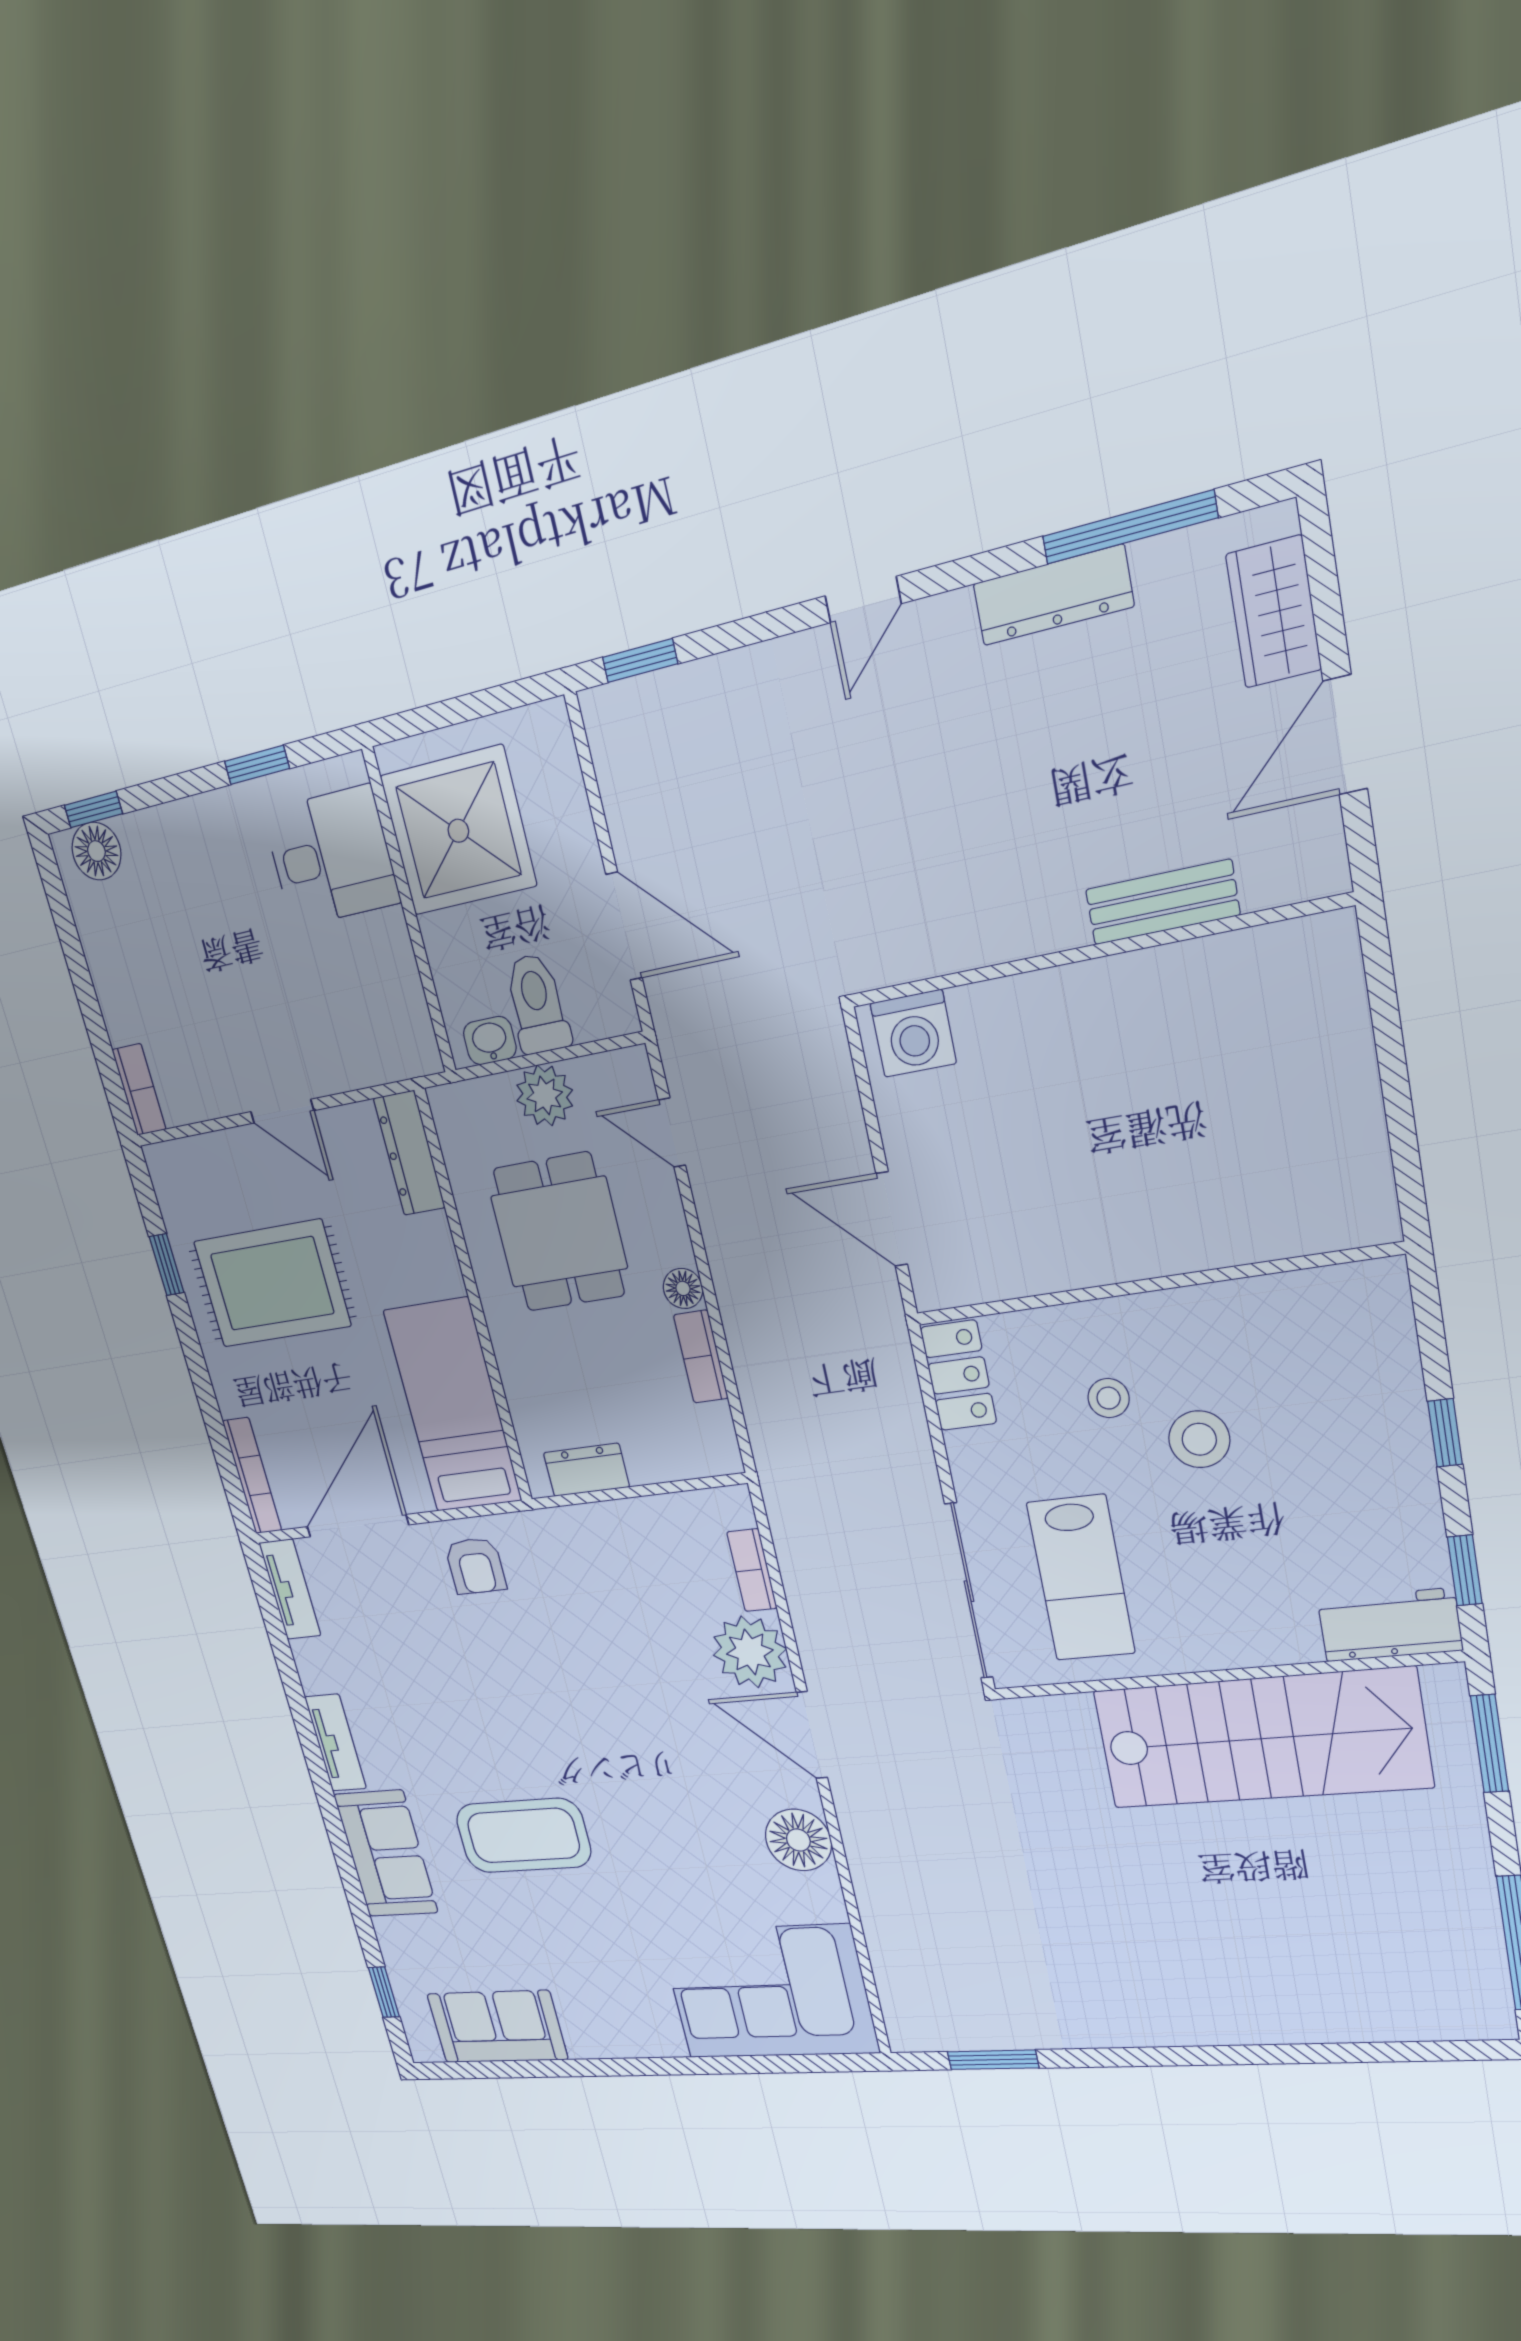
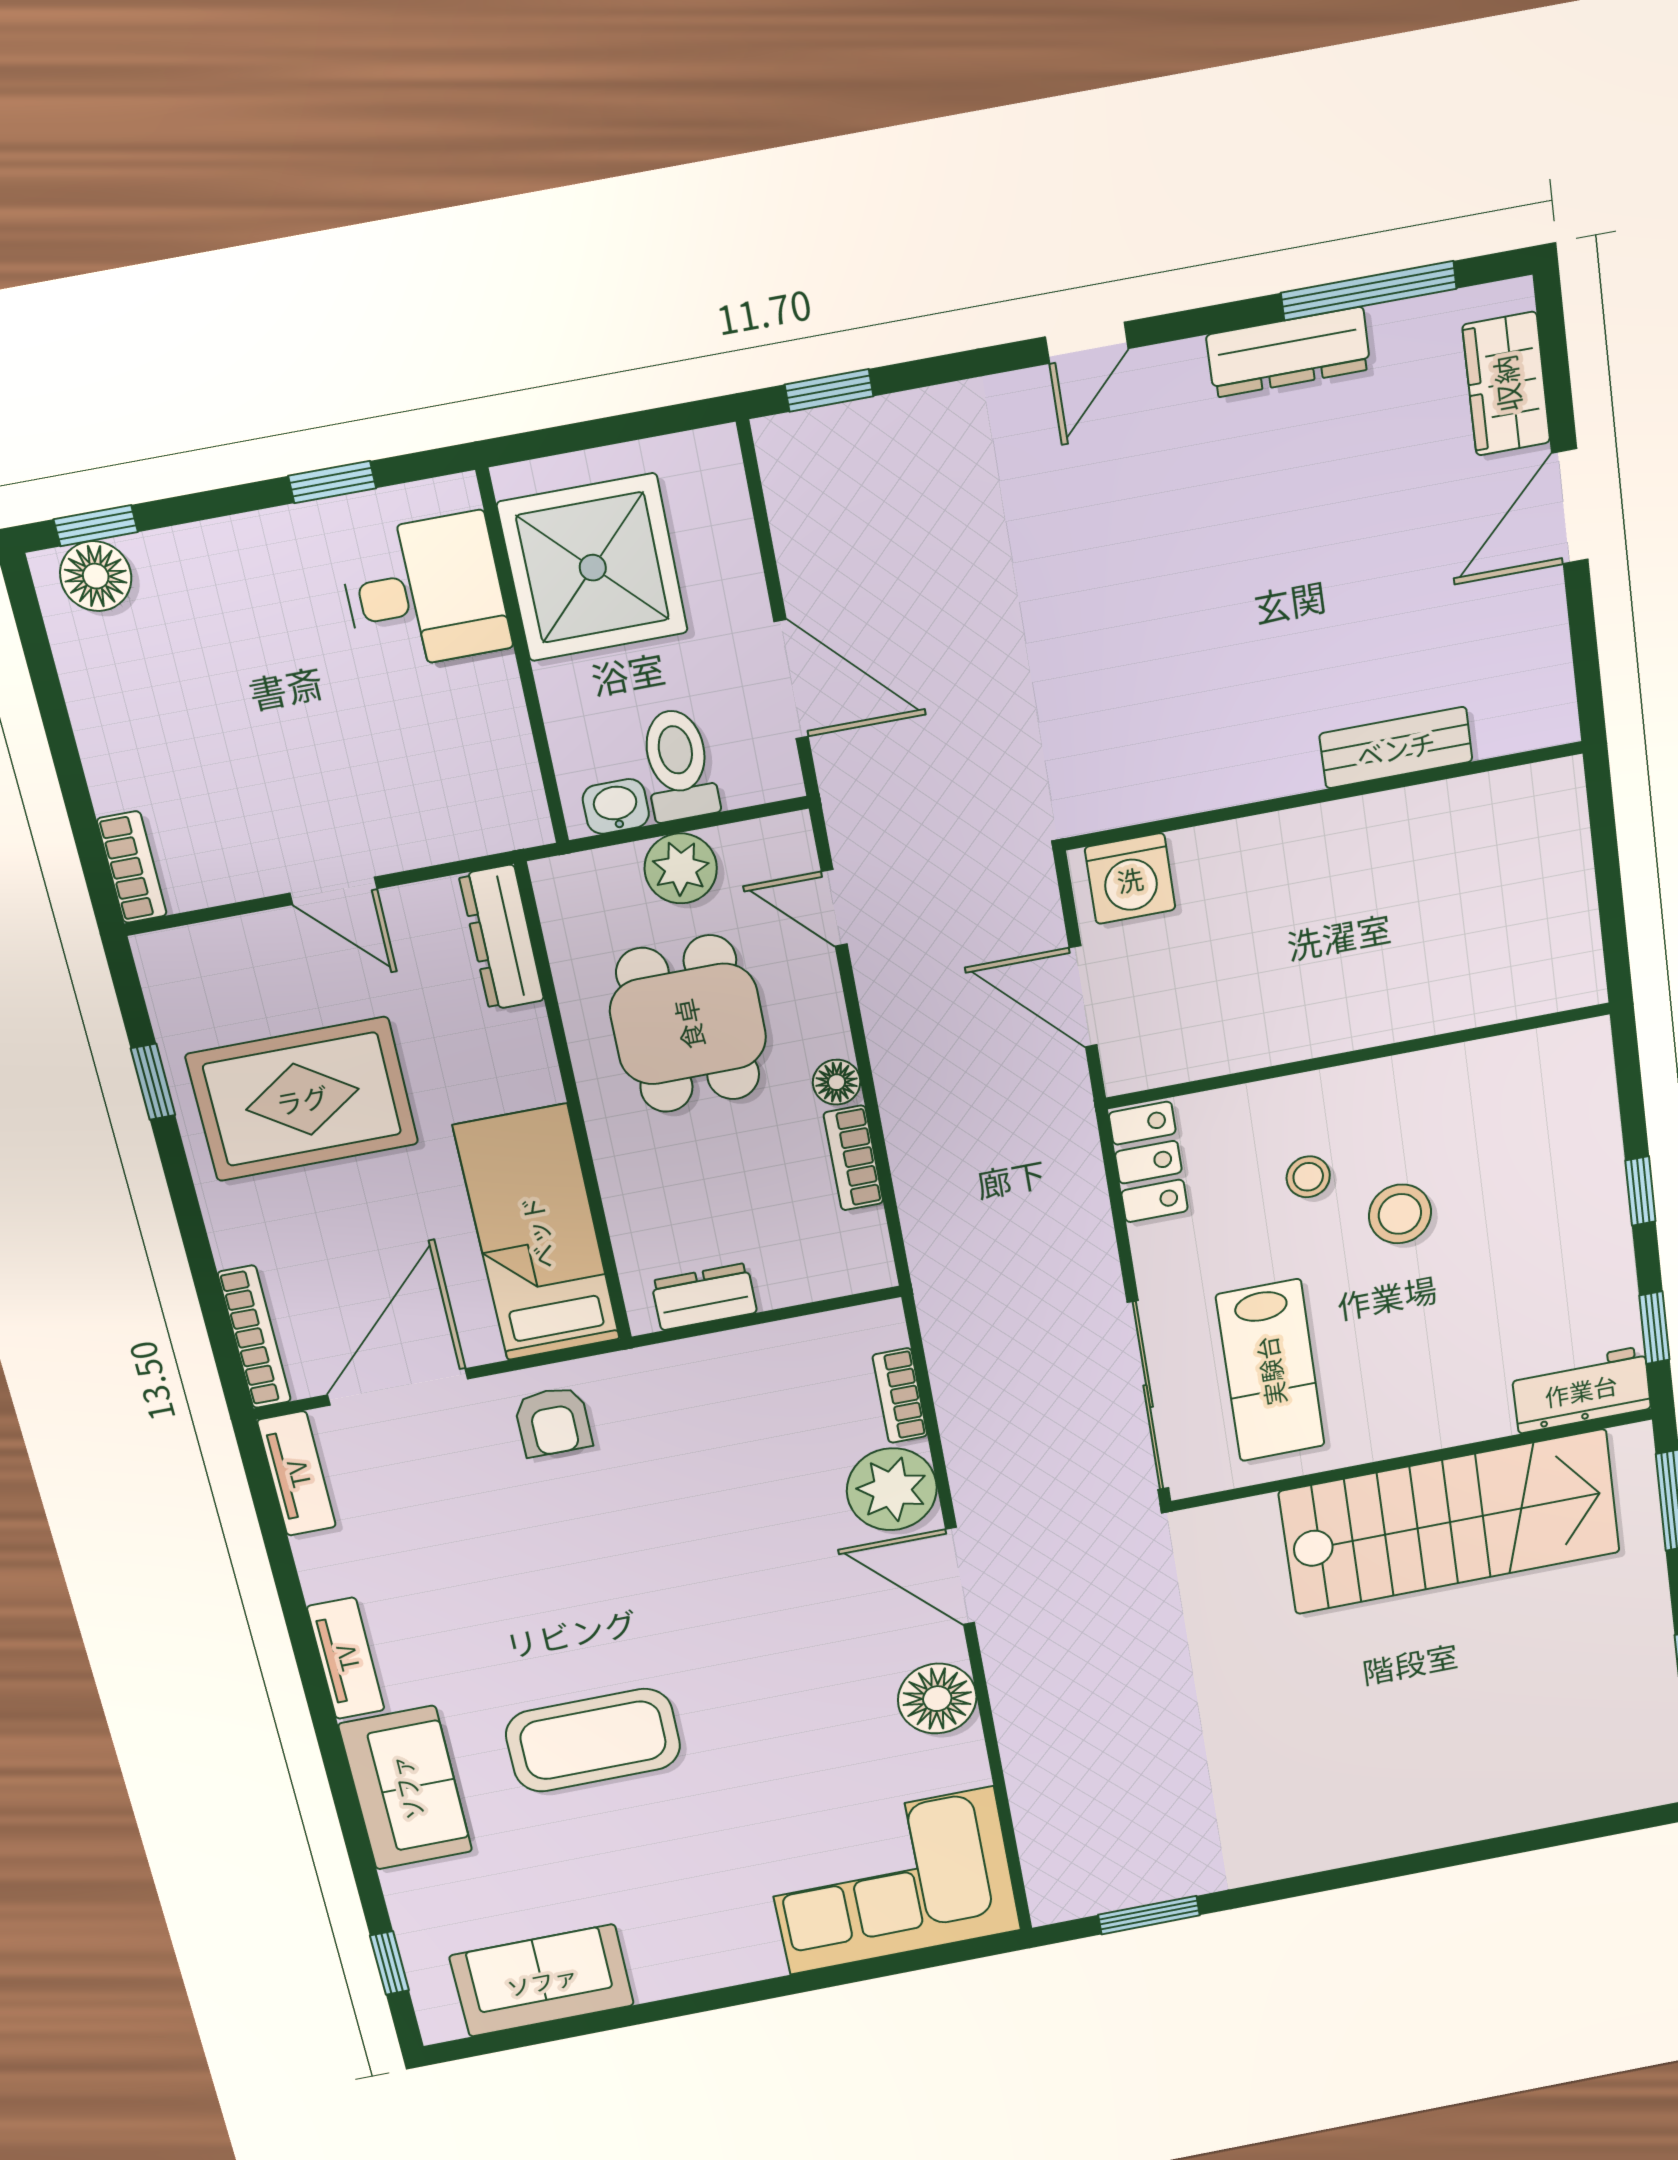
bench: (1162, 902) -> (1396, 748), moved
wall: (1093, 952) -> (1324, 796), moved
washing machine: (913, 1033) -> (1130, 879), moved

